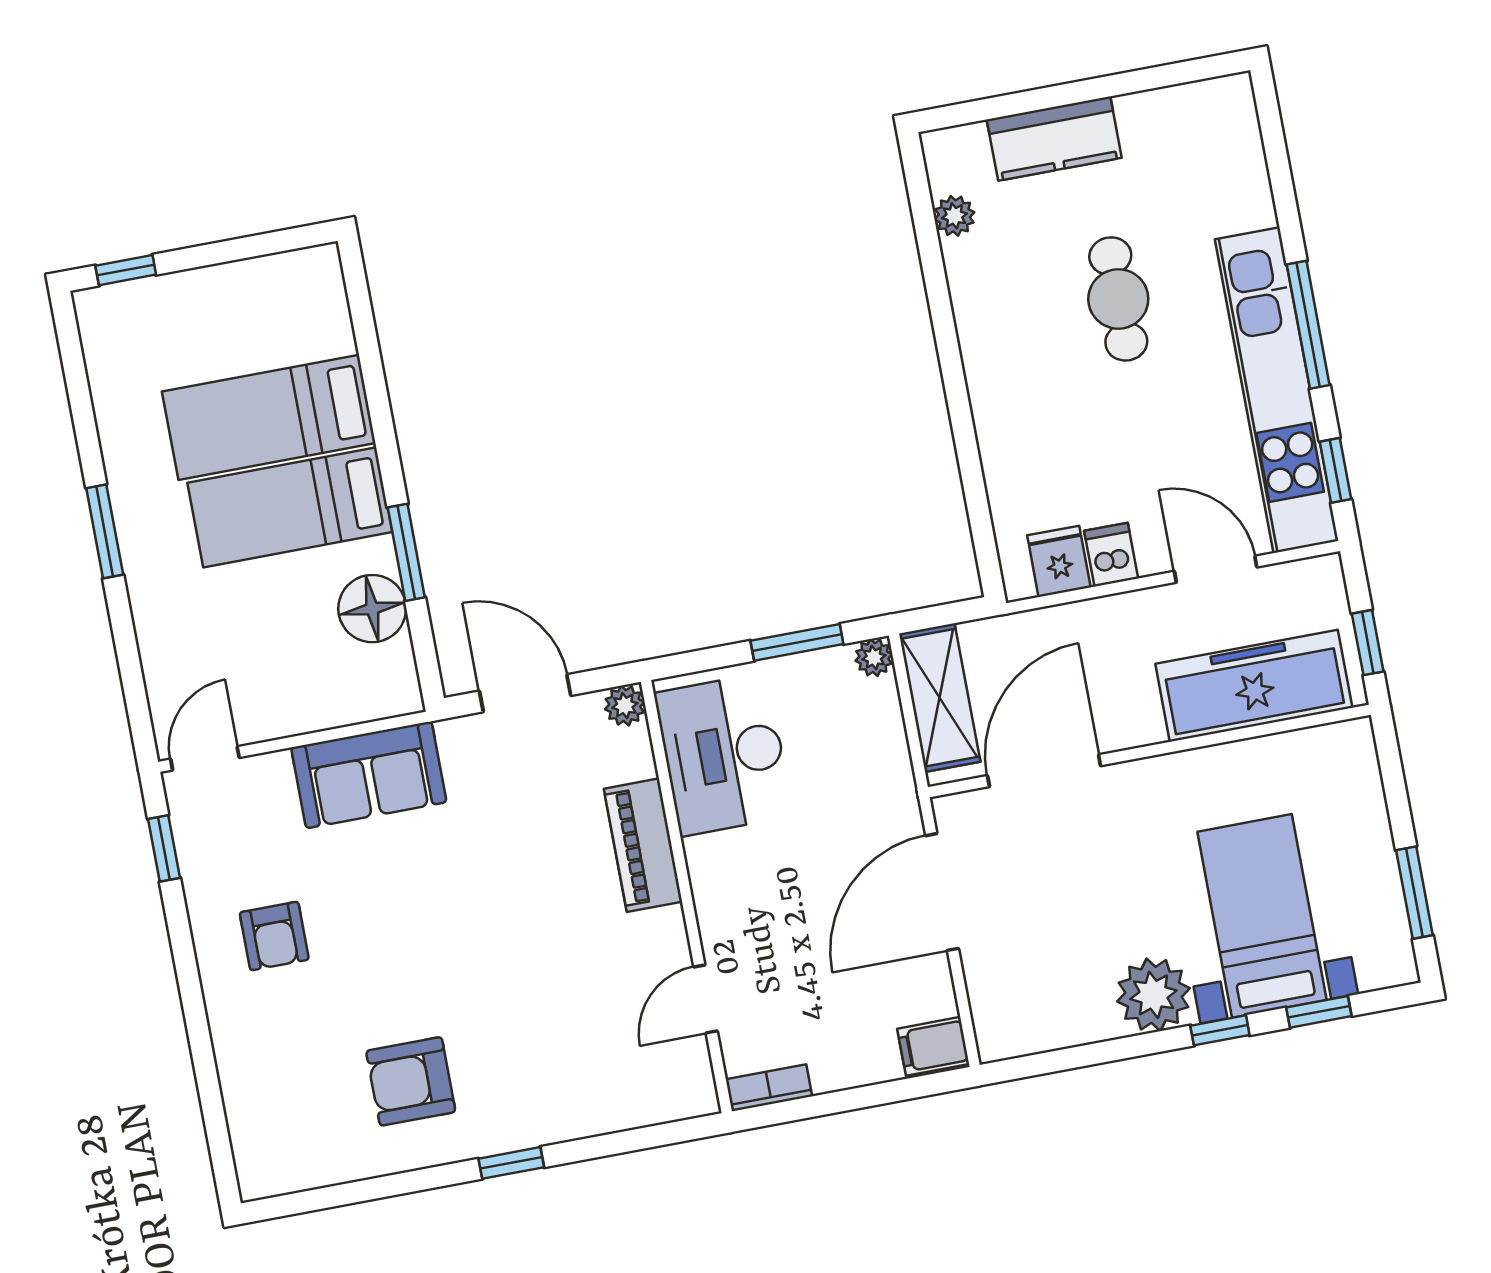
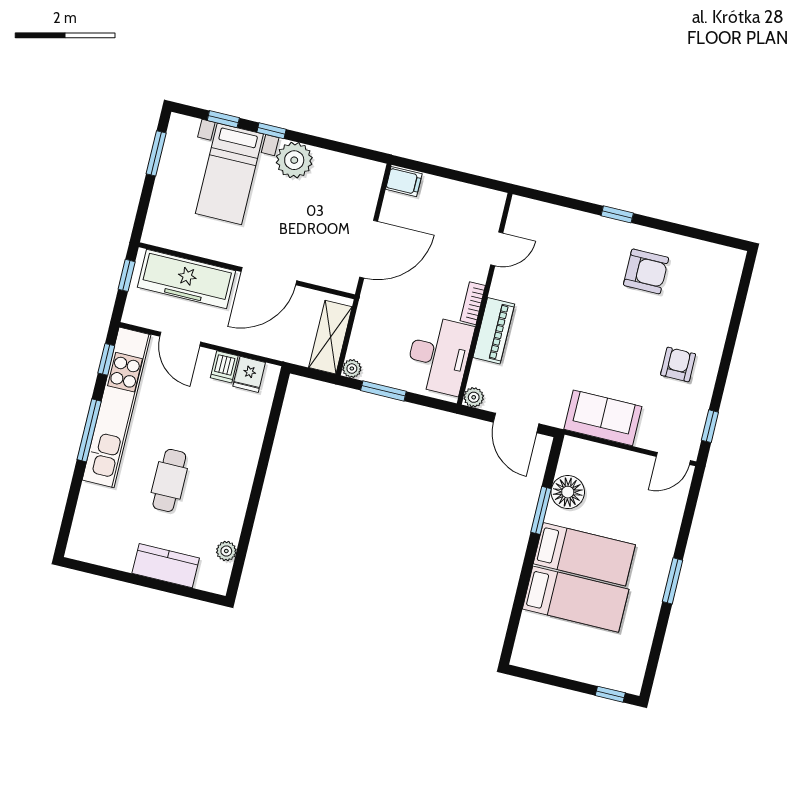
door: (1044, 771) -> (269, 276), moved
bookcase: (769, 1088) -> (473, 303), moved, turned 90

